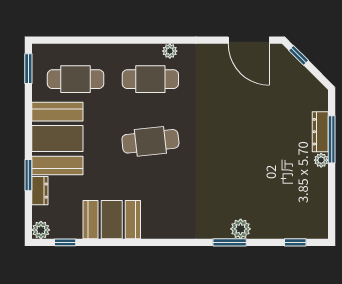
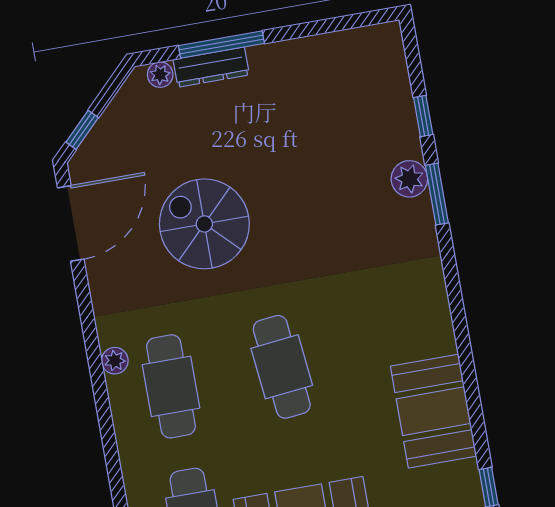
spiral stairs: (236, 113) -> (204, 224), added
plant: (321, 160) -> (160, 75), moved
window: (295, 242) -> (423, 116), moved

